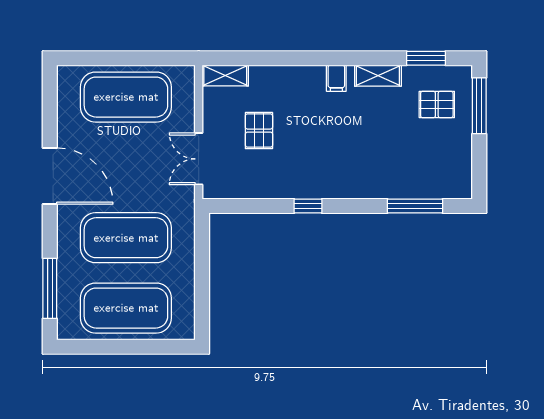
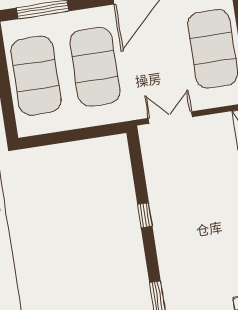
pallet: (259, 131) -> (202, 164), removed

